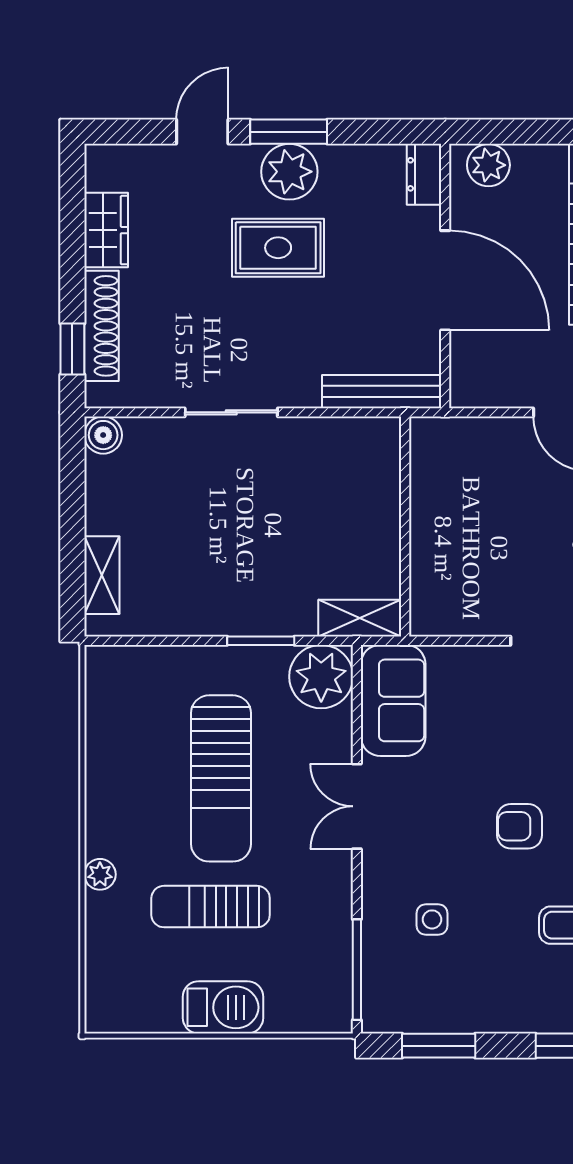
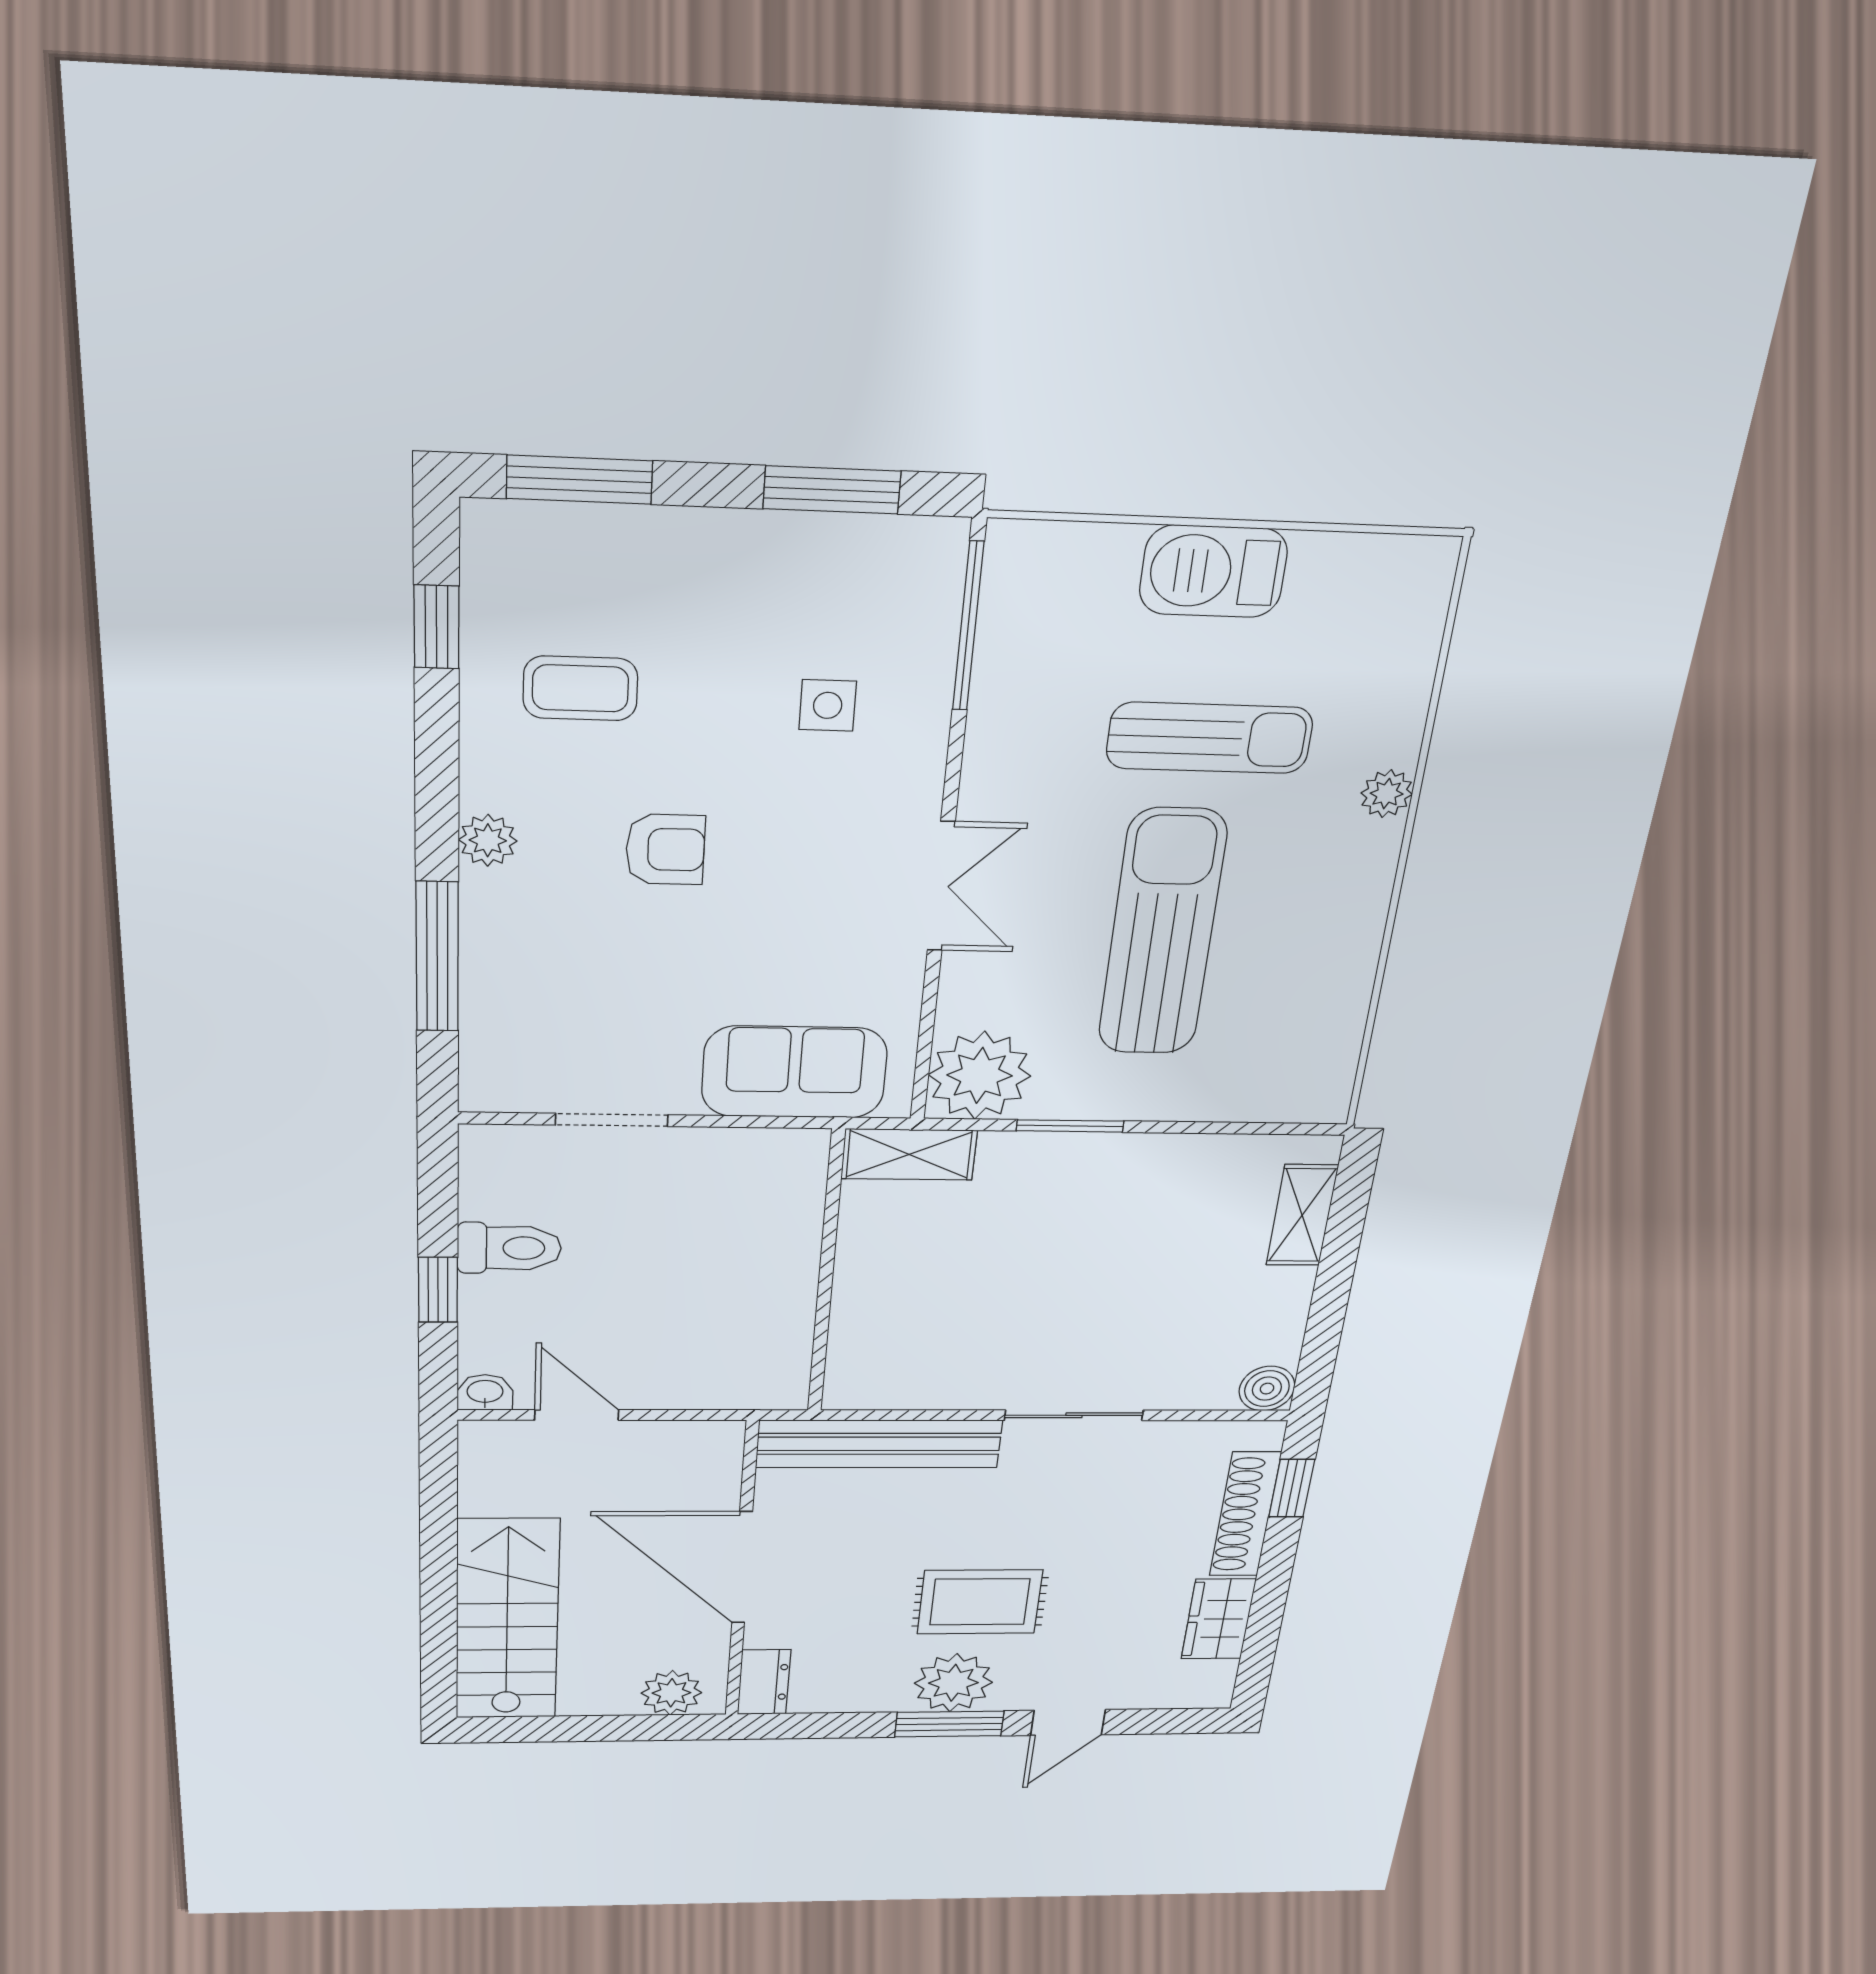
bench: (382, 392) -> (879, 1444), width x1.37, depth x1.21
sofa: (393, 700) -> (794, 1072), moved, turned 90

